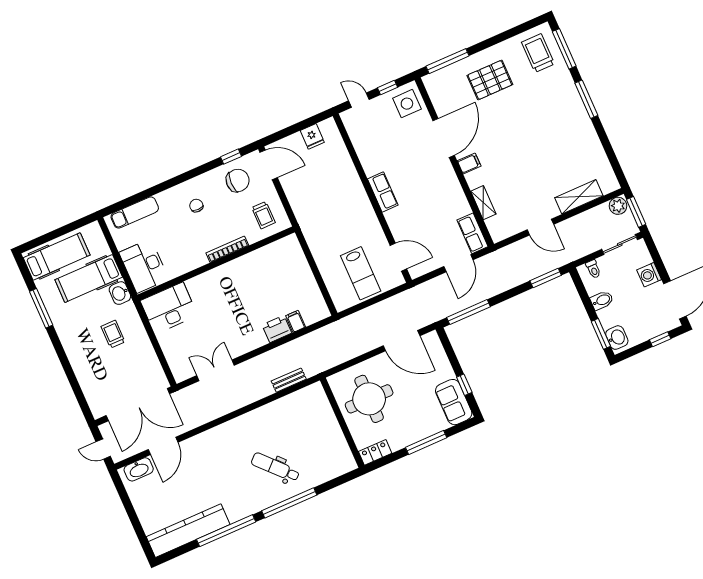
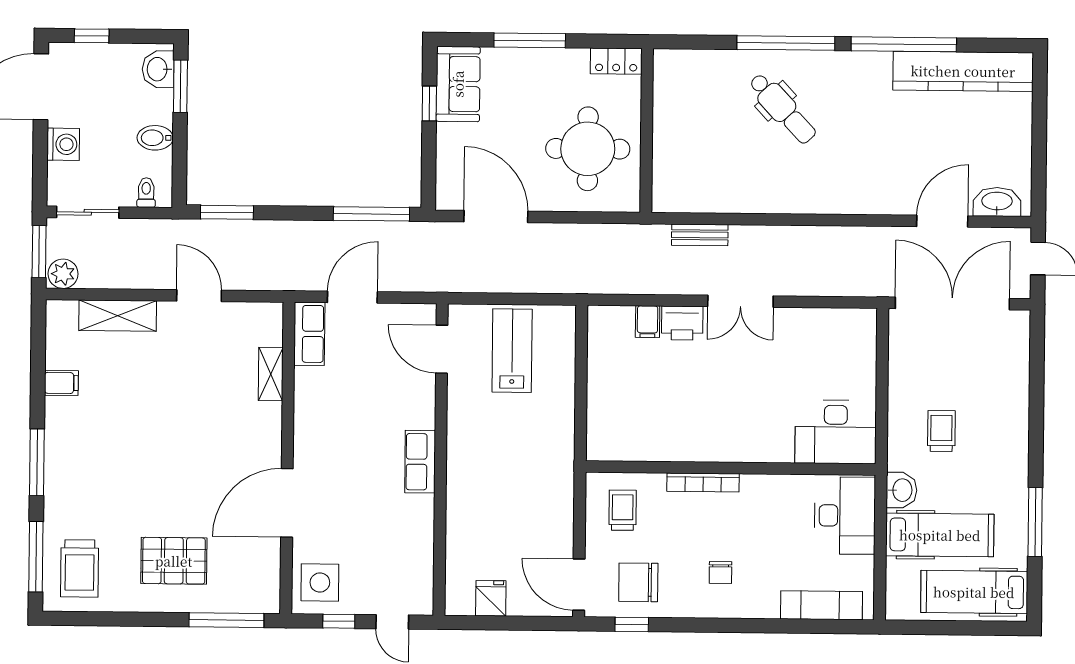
filing cabinet: (469, 163) -> (61, 383), moved, turned 180
trolley: (113, 334) -> (941, 431), turned 180
double door: (216, 370) -> (740, 301), moved

